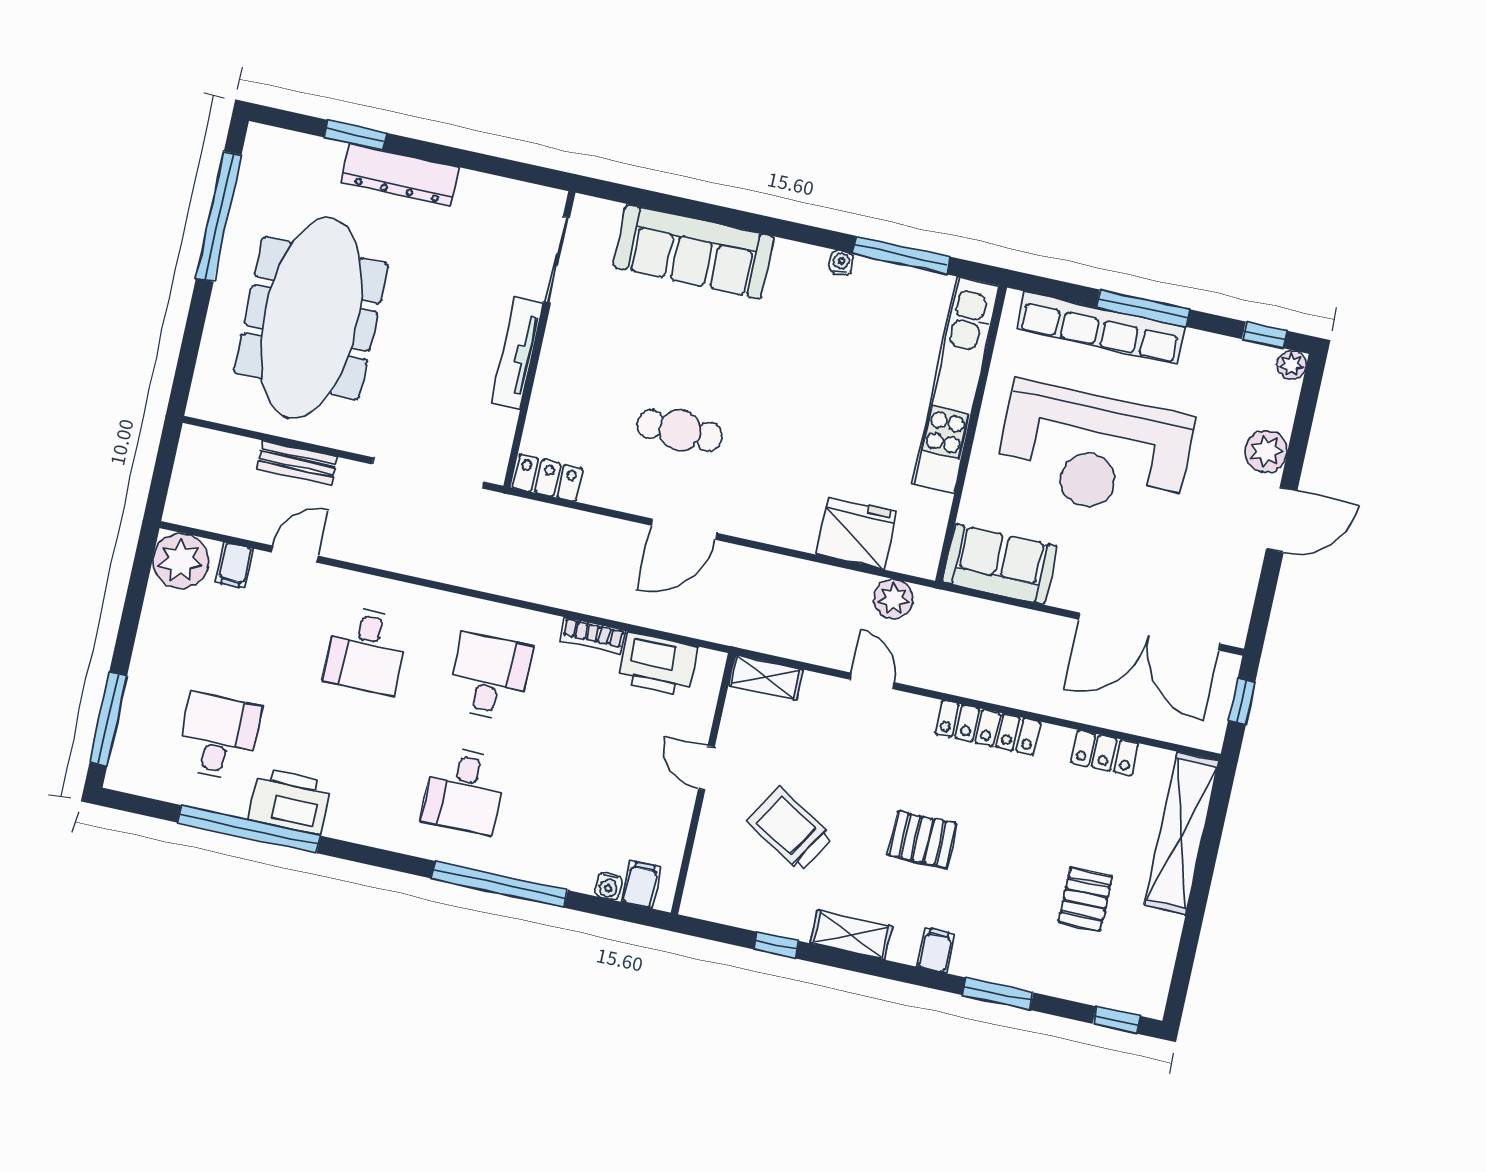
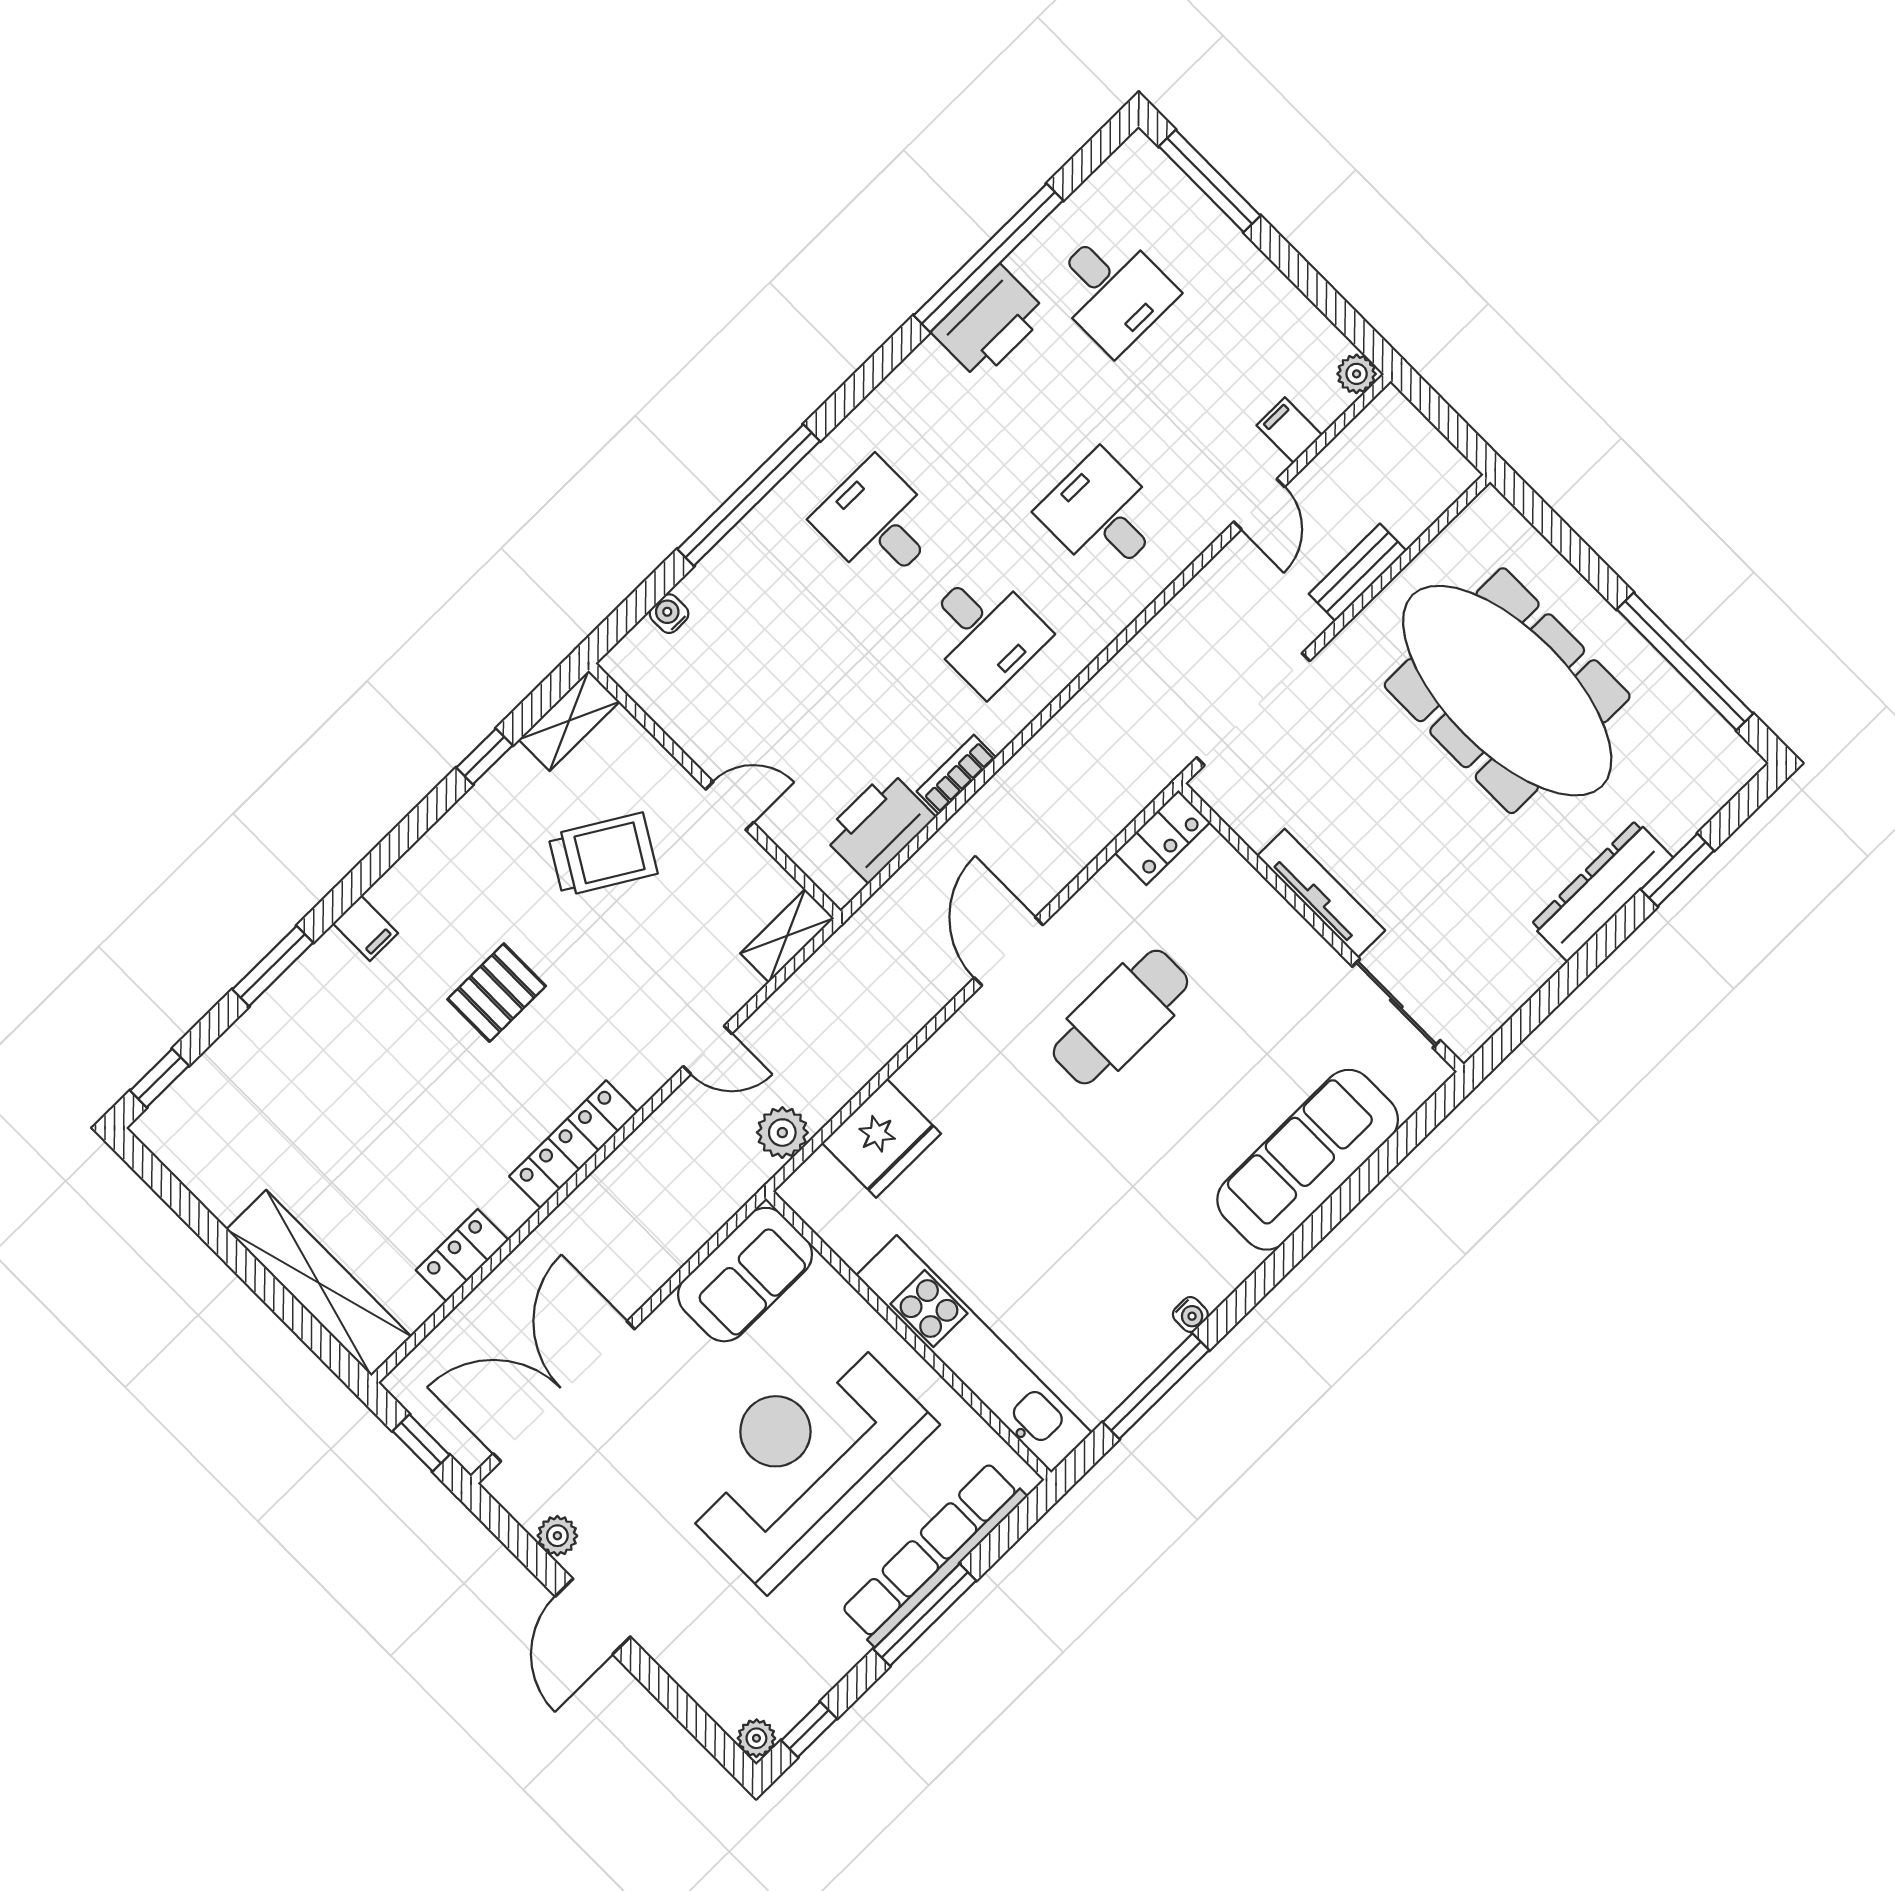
cafe table: (680, 431) -> (1120, 1017), width x1.37, depth x1.35
plant: (1266, 451) -> (557, 1536), moved, width x0.73, depth x0.73
plant: (181, 561) -> (1357, 374), width x0.53, depth x0.53
filing cabinet: (641, 885) -> (648, 650), removed
pallet: (1085, 899) -> (315, 1130), removed
shelving: (851, 935) -> (569, 721), moved

